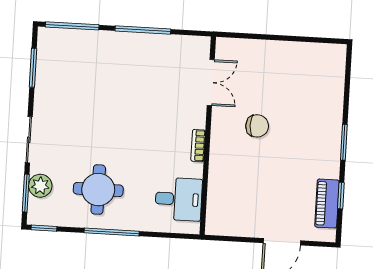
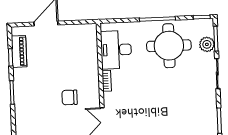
round table: (98, 190) -> (169, 46), width x1.36, depth x1.36
desk: (179, 199) -> (116, 50), width x1.37

